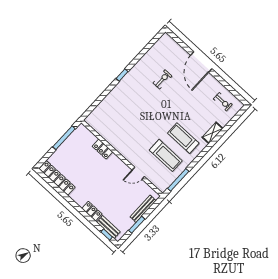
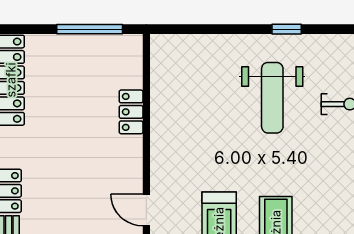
weight bench: (140, 100) -> (272, 98), added

